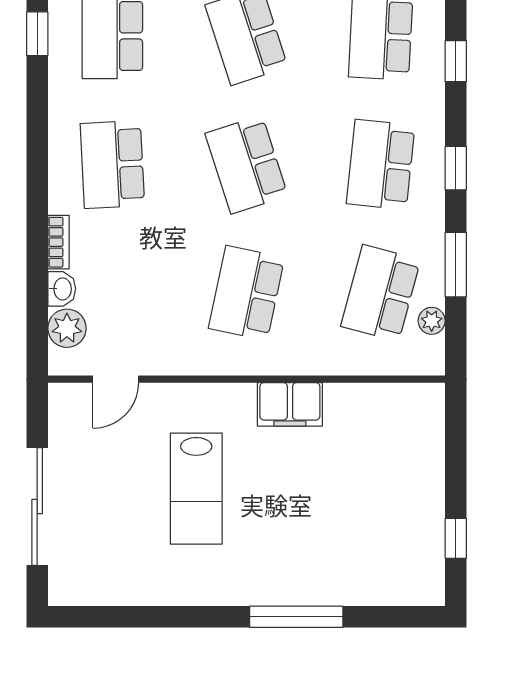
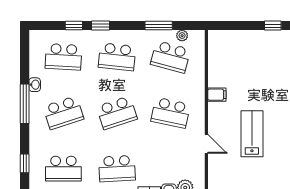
window: (456, 168) -> (101, 26), moved
door: (116, 379) -> (206, 144), moved
filing cabinet: (290, 404) -> (217, 95), width x0.50
lab bench: (196, 489) -> (252, 134), turned -90

